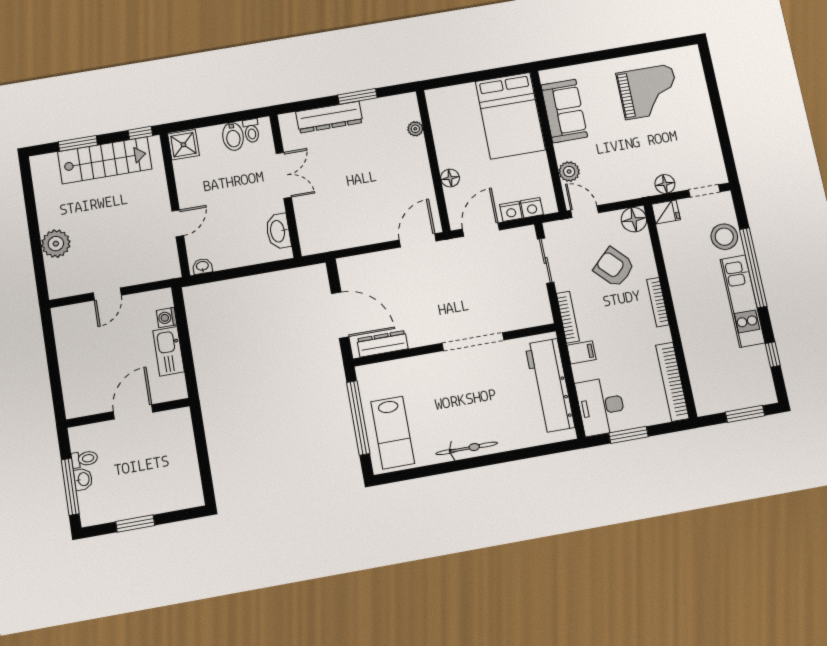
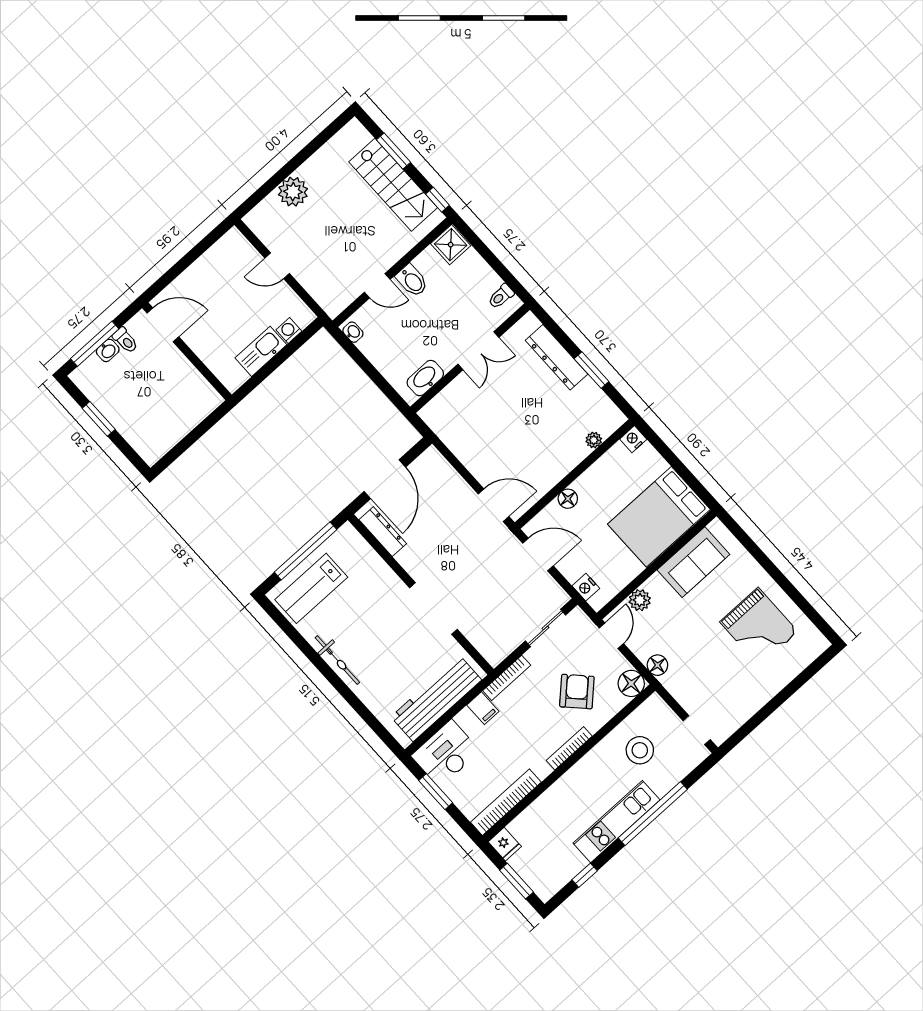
bidet: (233, 136) -> (412, 281), moved, turned -90
floor lamp: (665, 184) -> (657, 665), moved
nightstand: (511, 211) -> (633, 439), moved, turned 90
fridge: (666, 212) -> (505, 844), moved
stool: (724, 237) -> (640, 750), moved
door: (133, 412) -> (163, 325), moved

